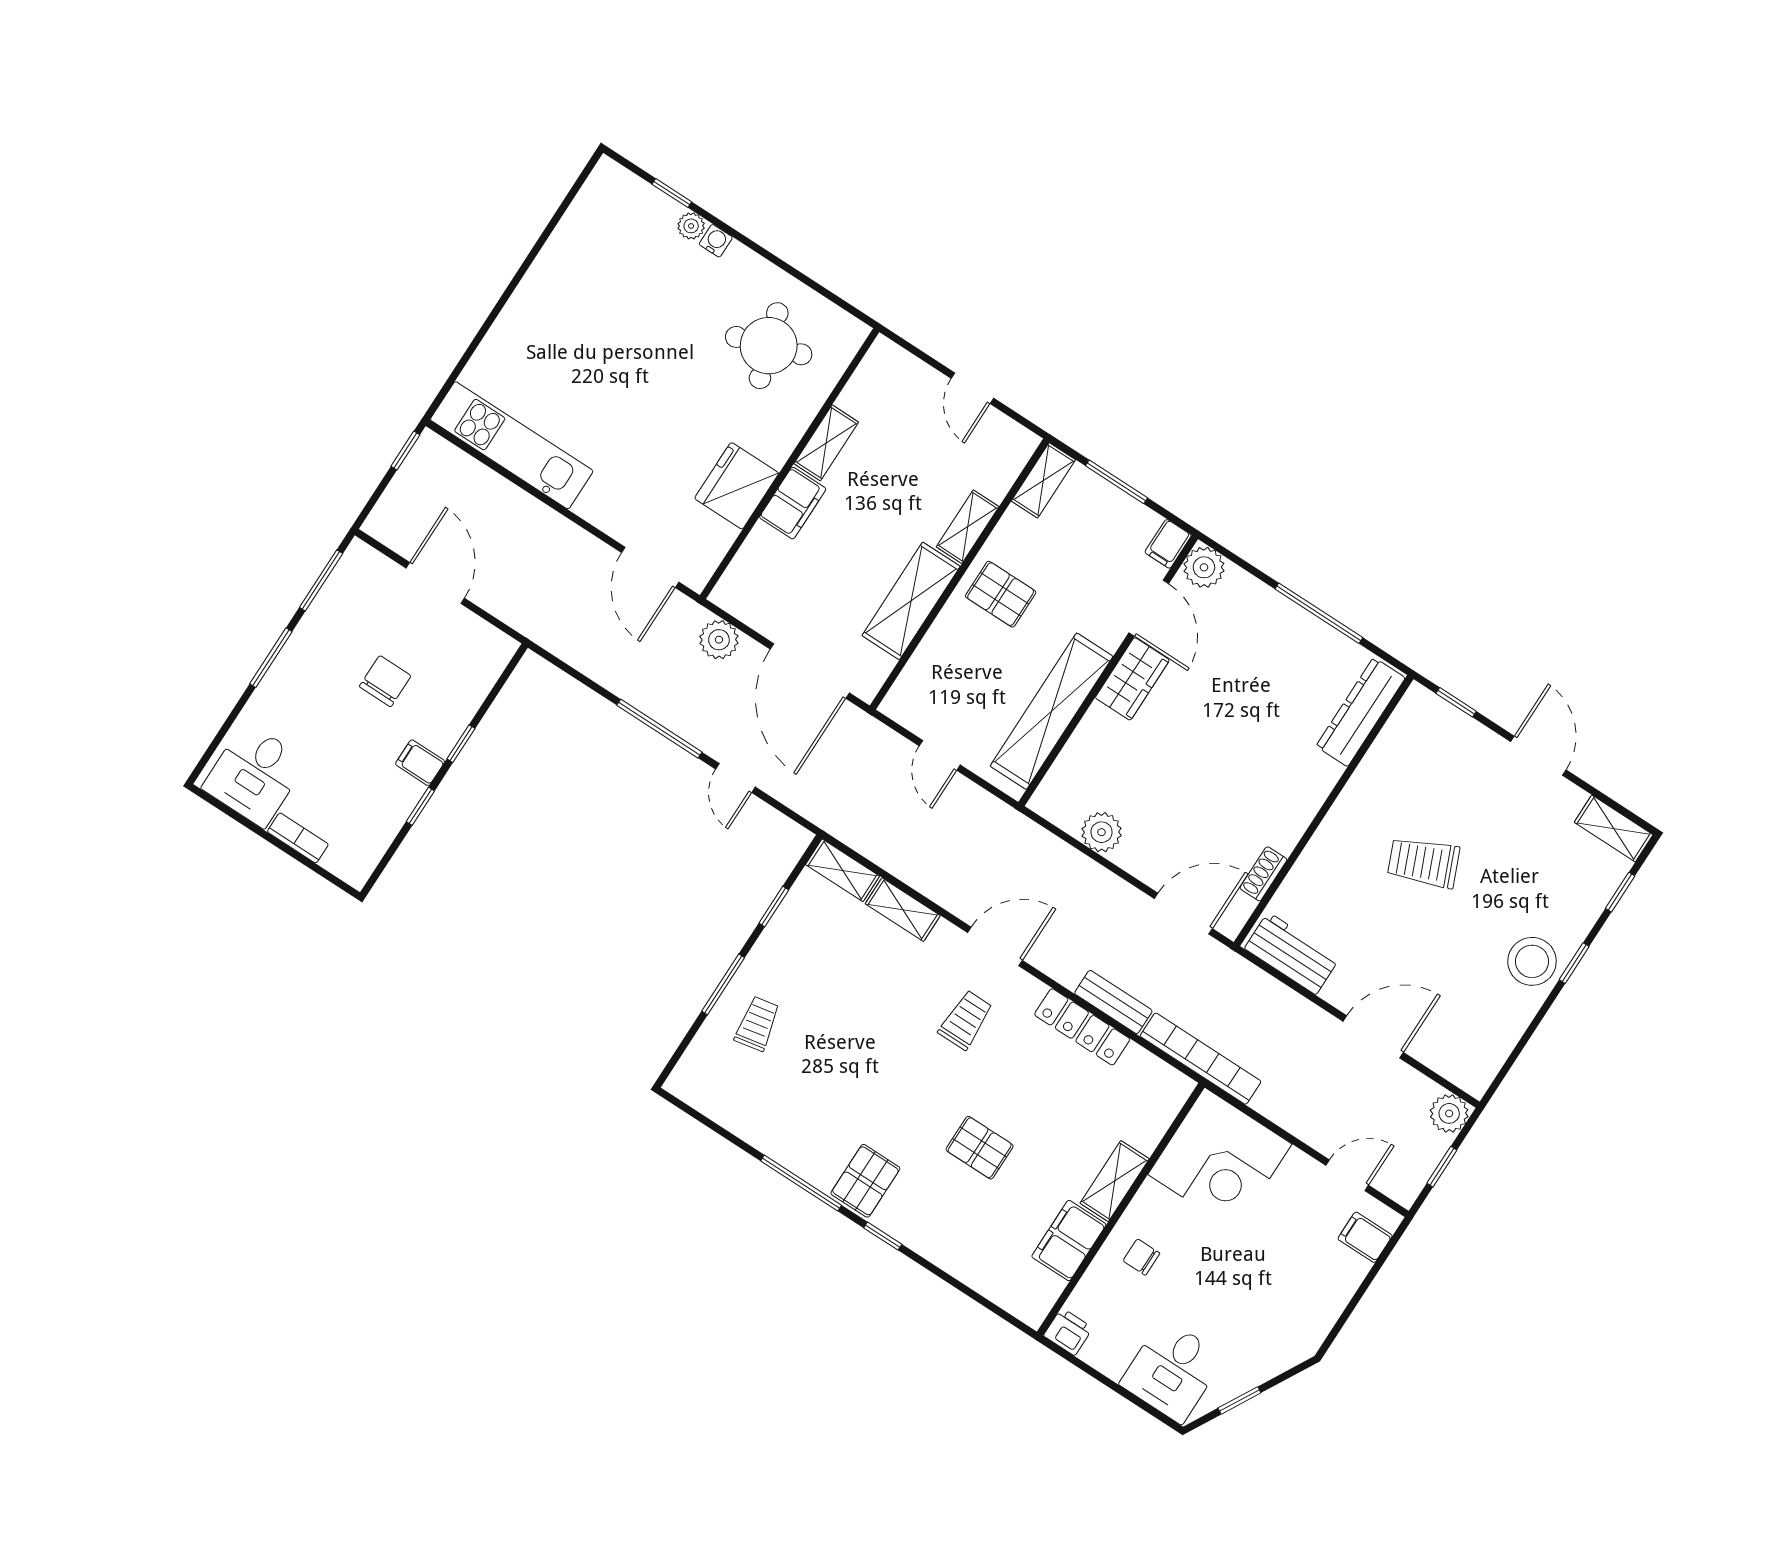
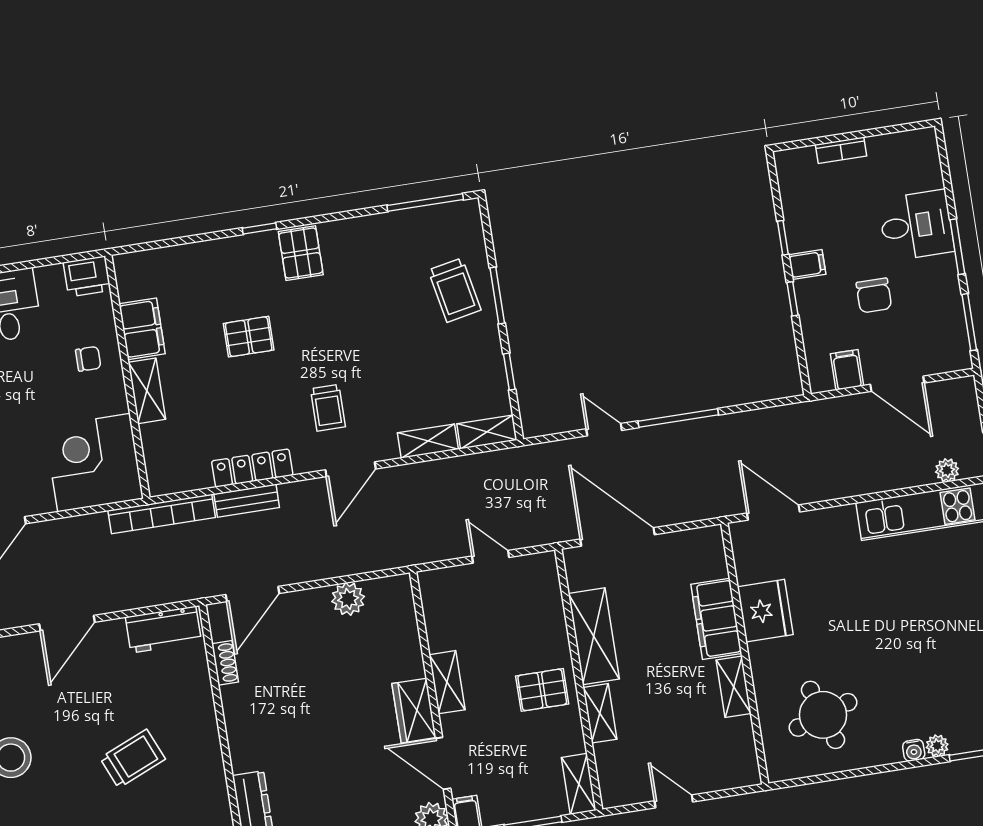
filing cabinet: (793, 503) -> (716, 619), width x1.50, depth x1.17
filing cabinet: (469, 636) -> (847, 370), added
plant: (719, 640) -> (947, 470), moved, width x0.73, depth x0.73
shelving: (1052, 711) -> (447, 682), width x0.45, depth x0.75
desk: (255, 775) -> (916, 225), moved, turned 90
trolley: (757, 1024) -> (455, 290), width x1.36, depth x1.39
window: (801, 1183) -> (425, 203), moved
printer: (1068, 1332) -> (87, 276), width x1.36, depth x1.24

